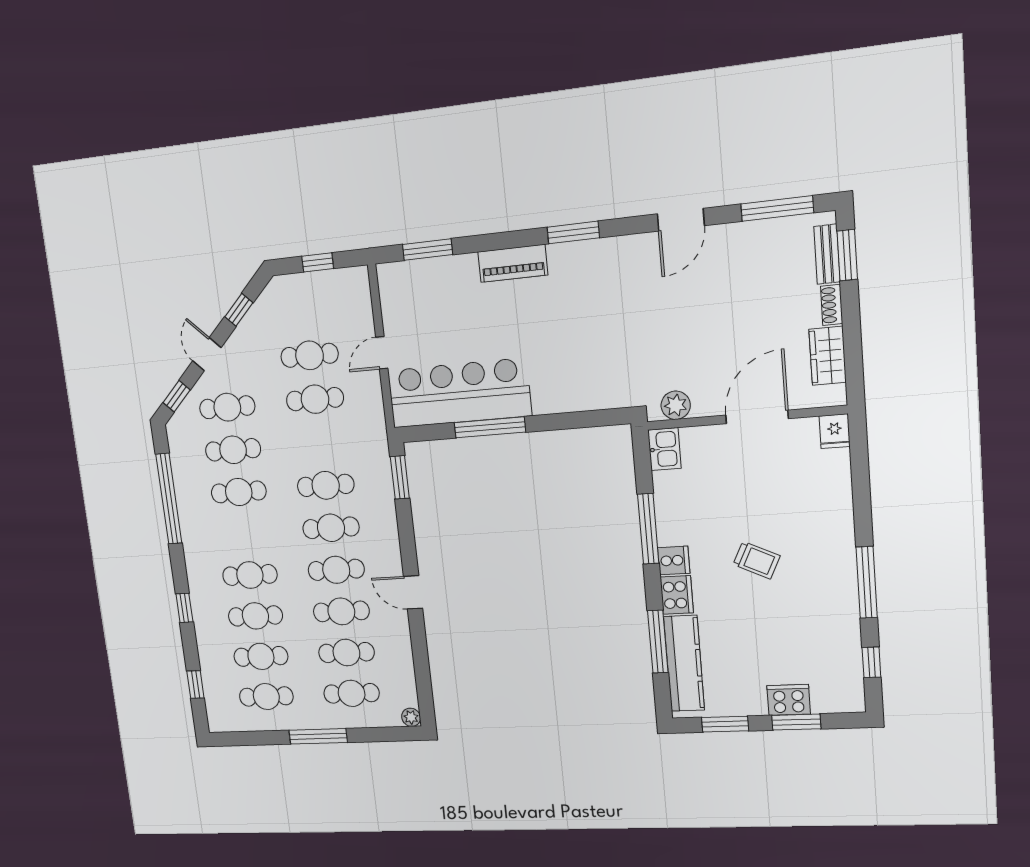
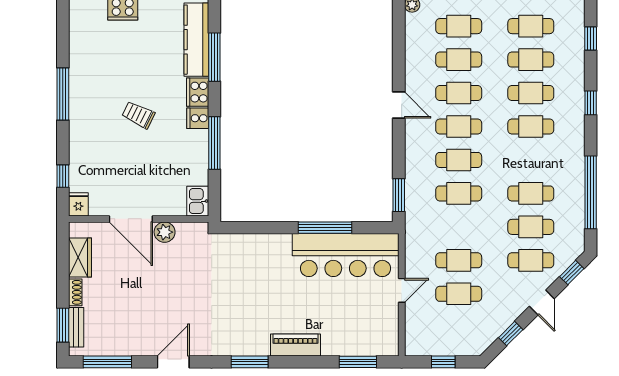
plant: (676, 405) -> (165, 232), moved
door: (757, 417) -> (131, 219), hinge flipped
window: (871, 662) -> (63, 176), moved

